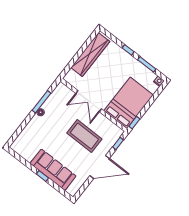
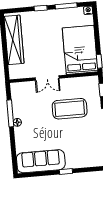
double door: (89, 101) -> (47, 78), width x0.73
sofa: (53, 170) -> (41, 161), moved

